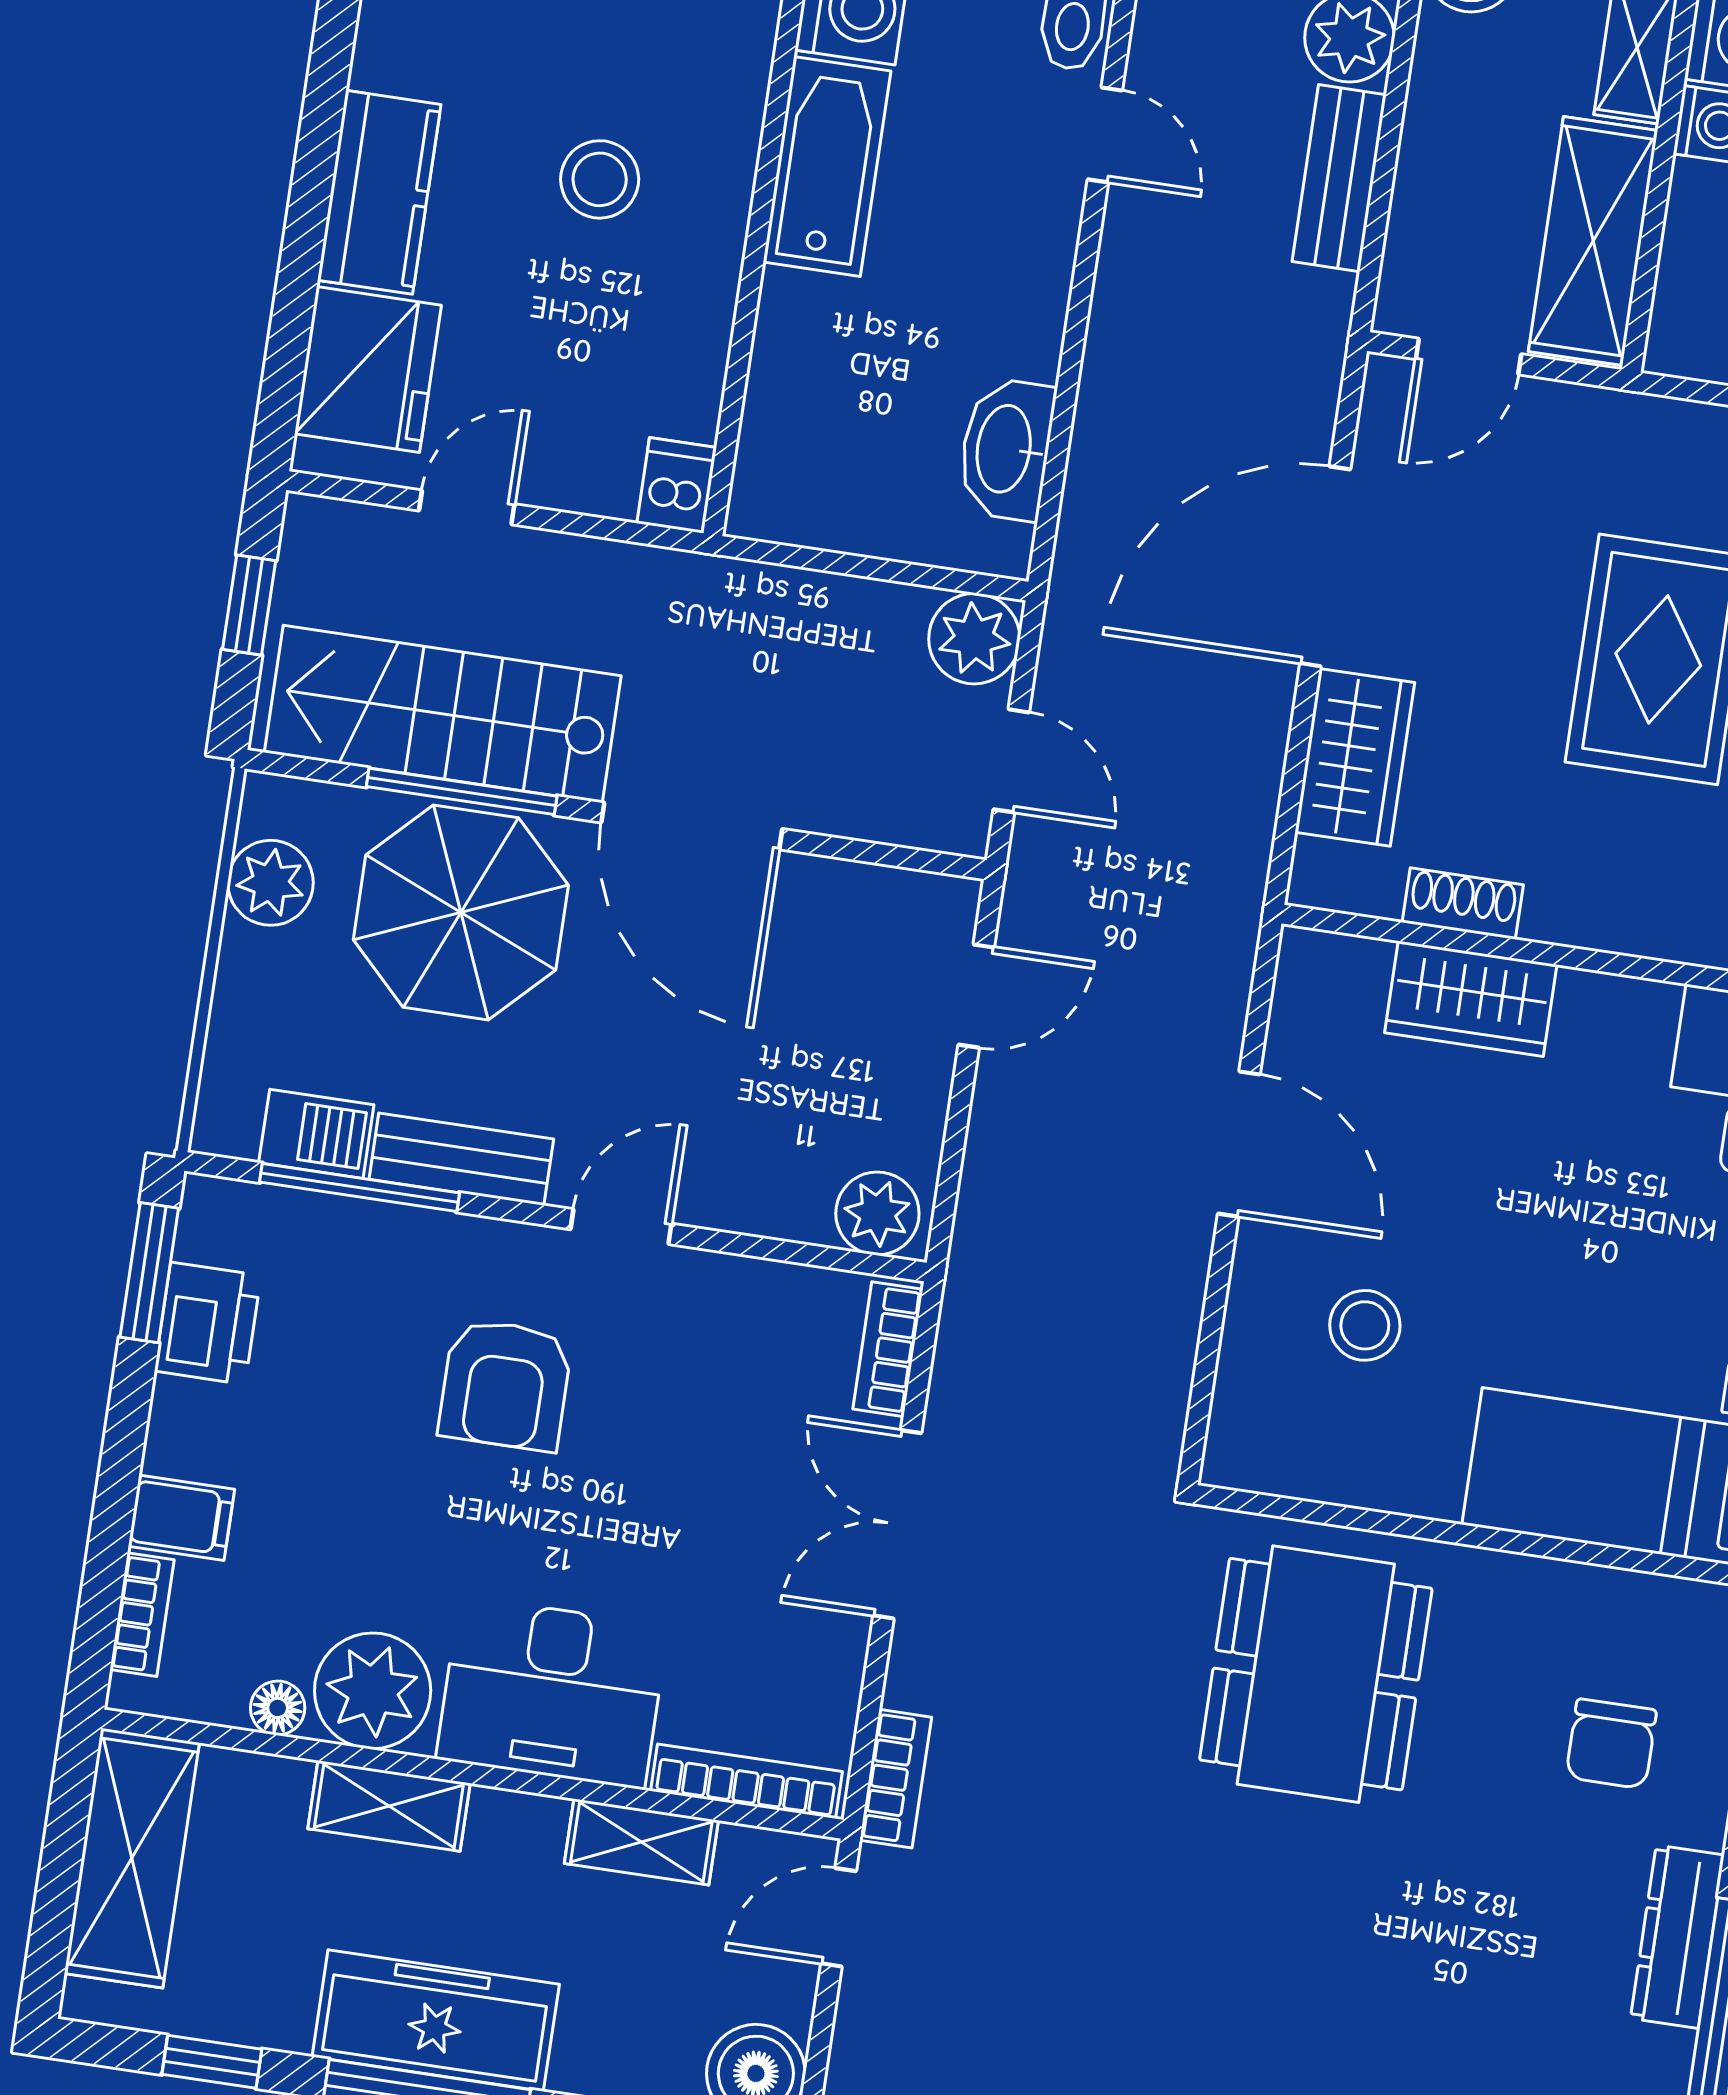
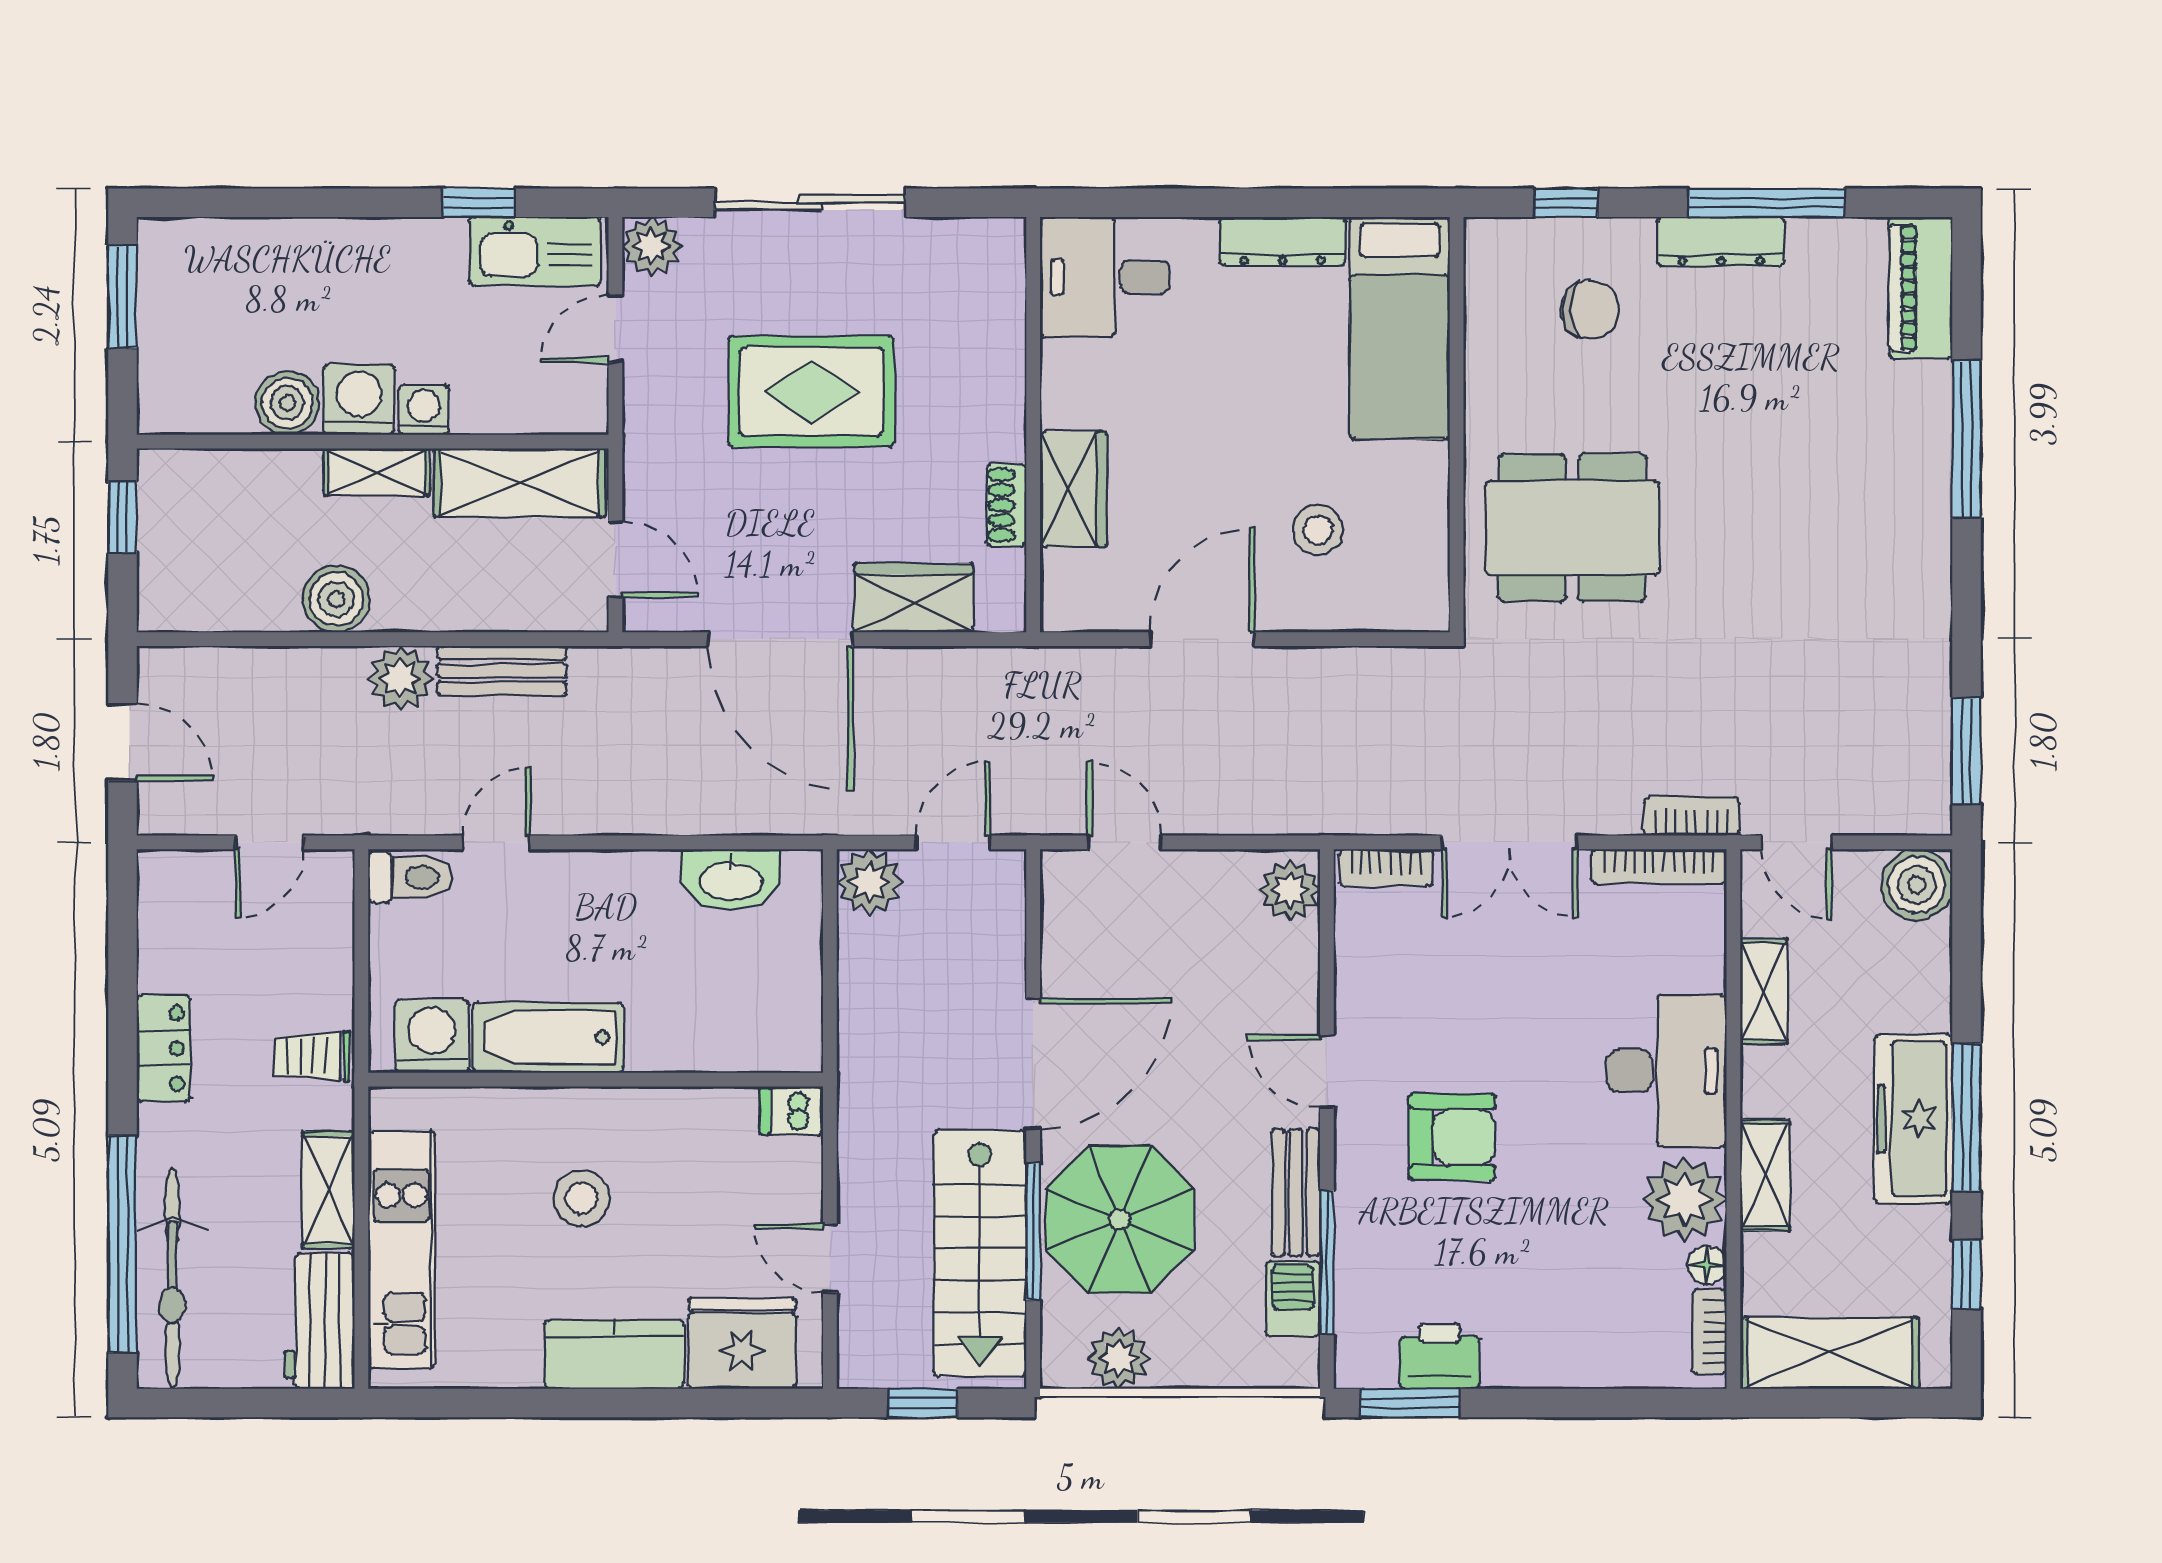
filing cabinet: (181, 1518) -> (1581, 1354), removed
bookcase: (142, 1615) -> (1709, 1332), moved, turned -90
bookcase: (746, 1781) -> (1659, 866), moved, turned -90

